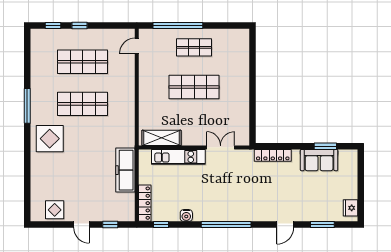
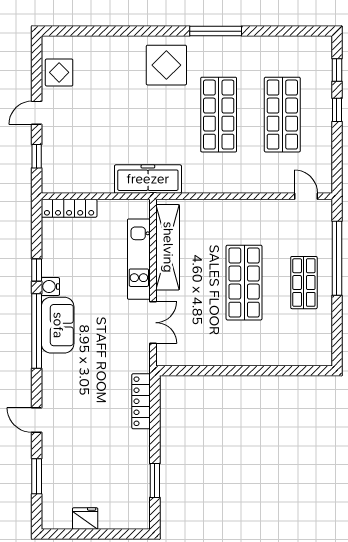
shelving: (162, 138) -> (168, 247), width x1.47
sofa: (319, 160) -> (58, 325), moved, turned 180
freezer: (125, 170) -> (148, 179), moved
fridge: (351, 208) -> (85, 518), moved
water cooler: (186, 215) -> (50, 287), moved
window: (161, 225) -> (37, 270), moved

